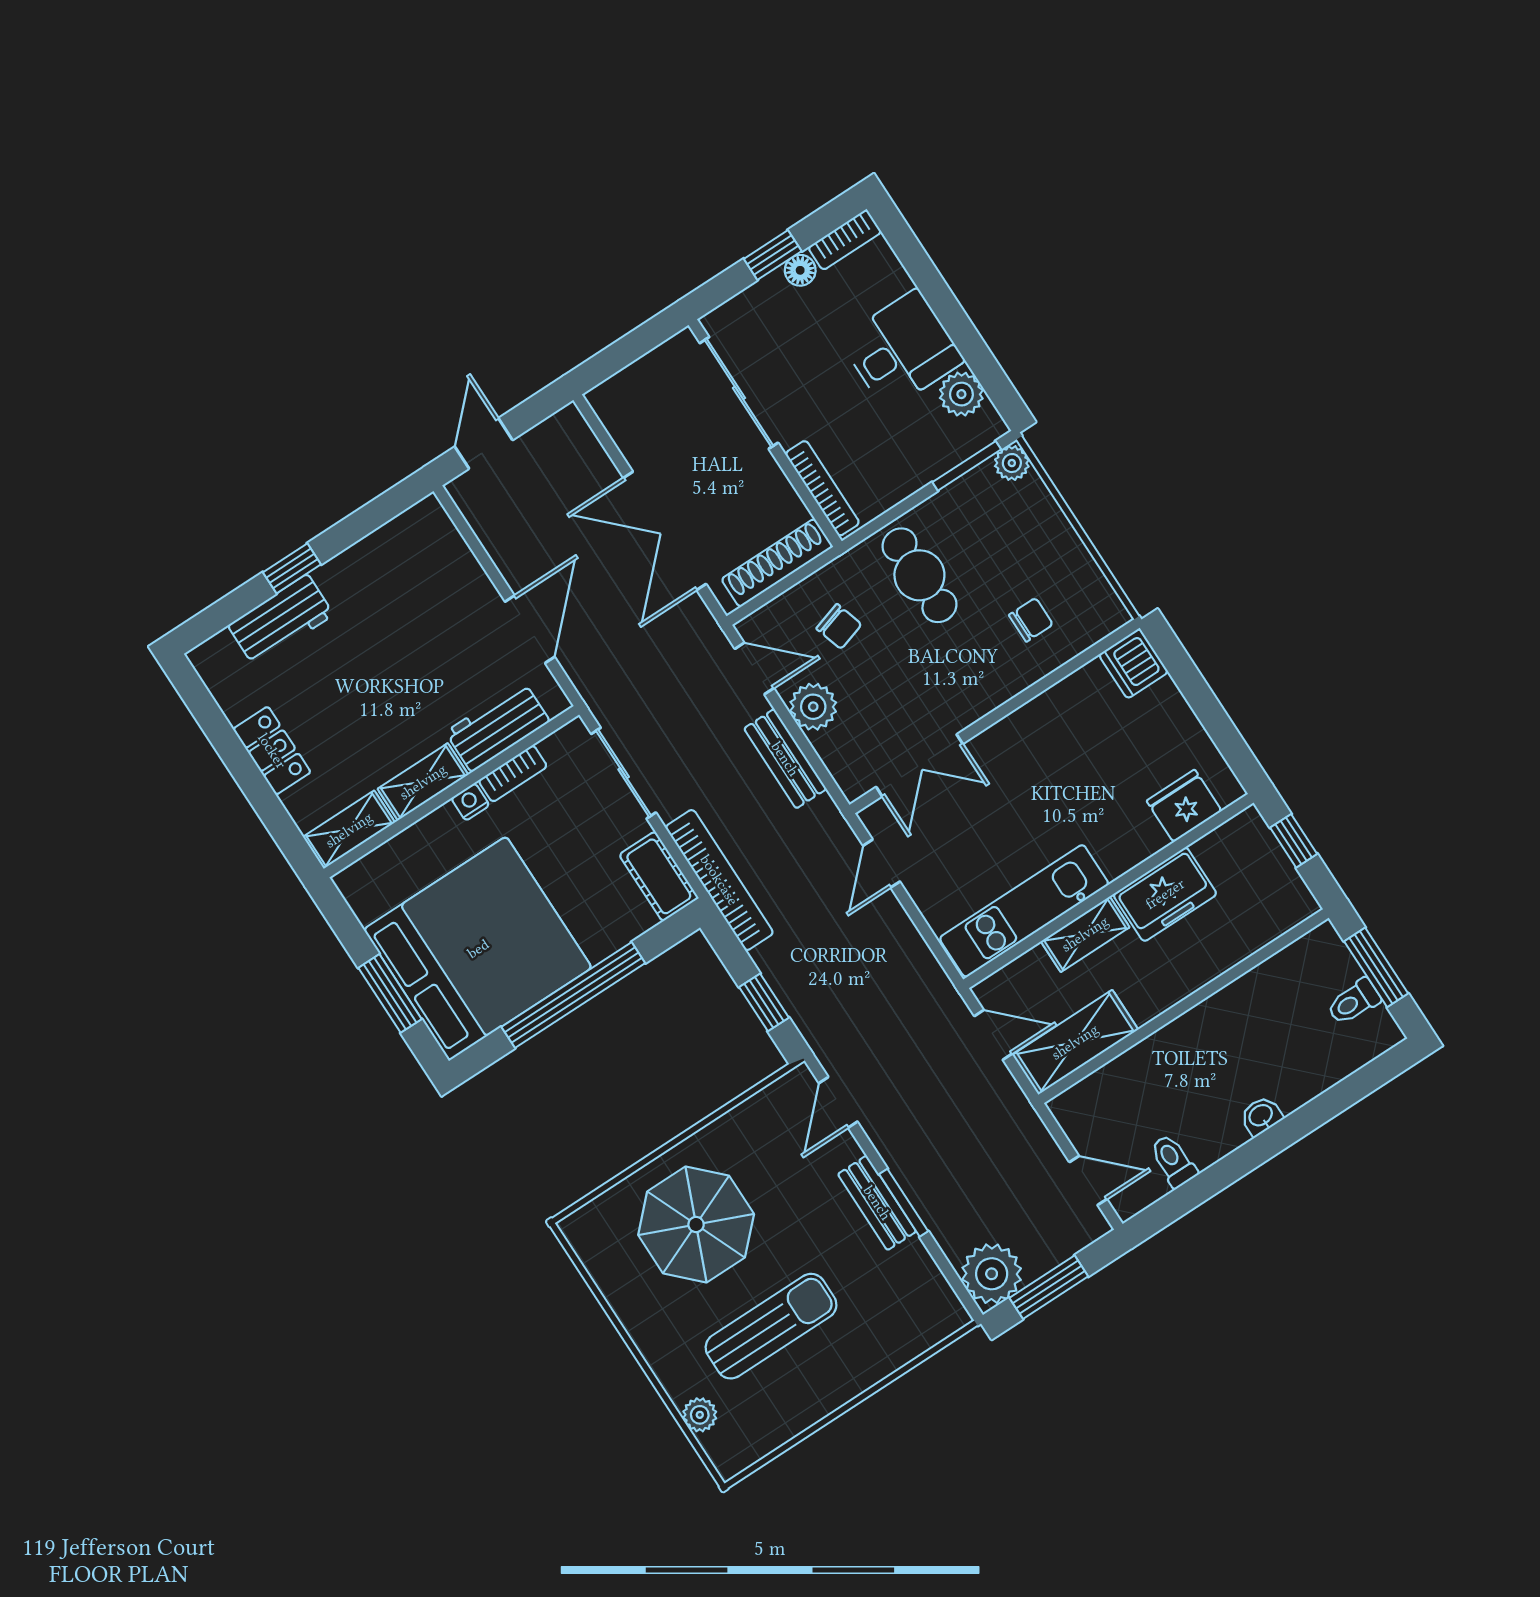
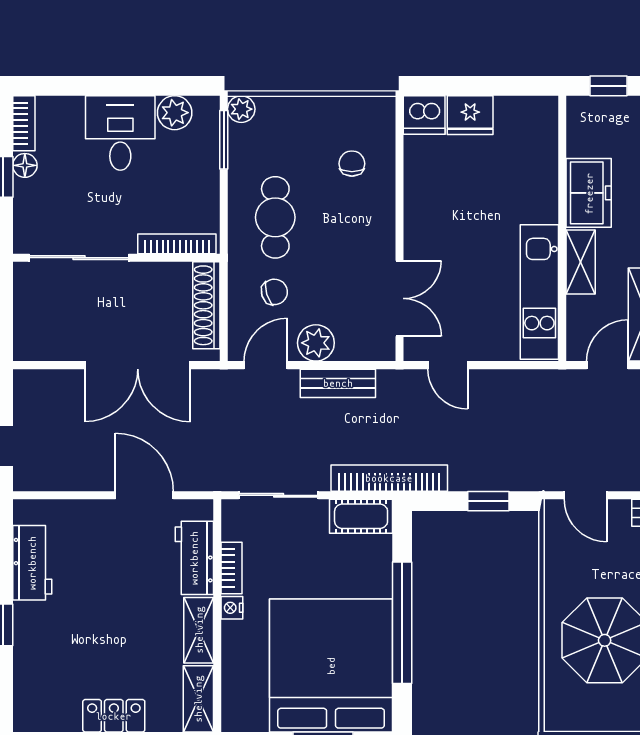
cafe table: (919, 575) -> (275, 217), turned 90
workbench: (281, 620) -> (32, 563), moved
fridge: (1184, 806) -> (470, 115), moved, turned -90

